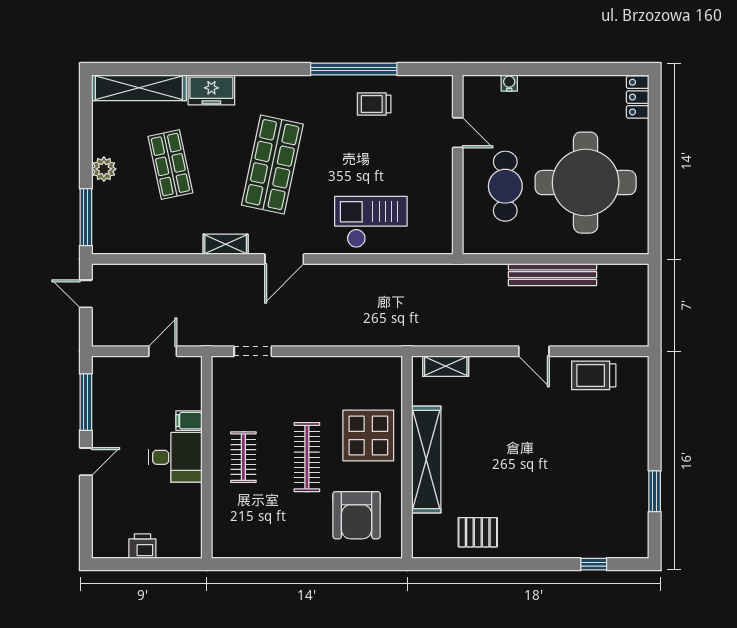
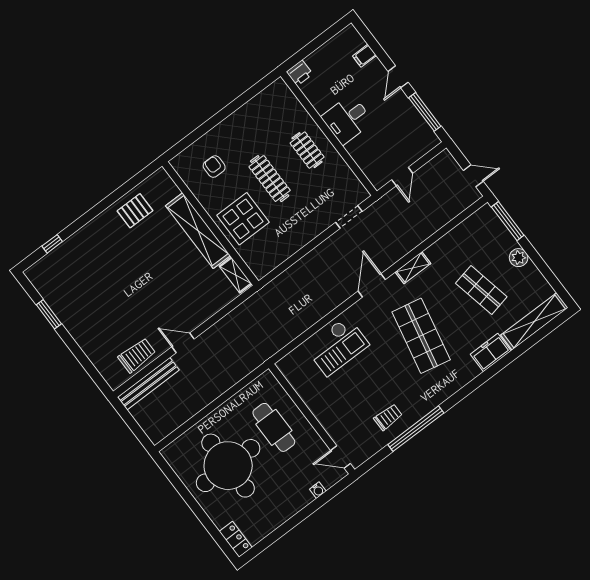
door: (458, 133) -> (340, 457), moved
bench: (552, 275) -> (149, 384), moved
shelving: (446, 366) -> (236, 275), moved, turned 90
filing cabinet: (189, 421) -> (365, 56), moved, turned 180
armchair: (357, 515) -> (214, 167), width x0.53, depth x0.53
printer: (142, 546) -> (299, 73), moved

